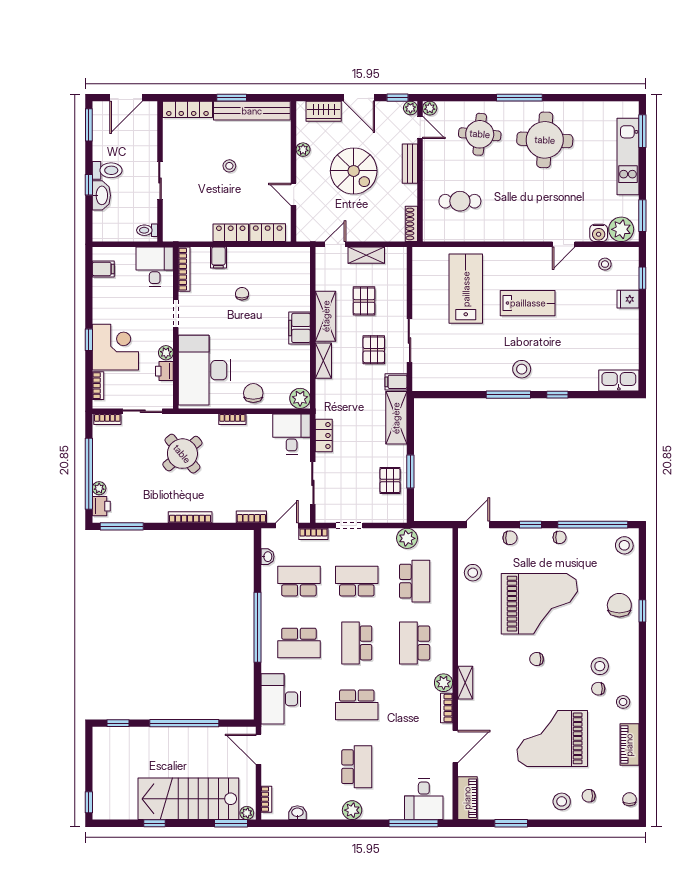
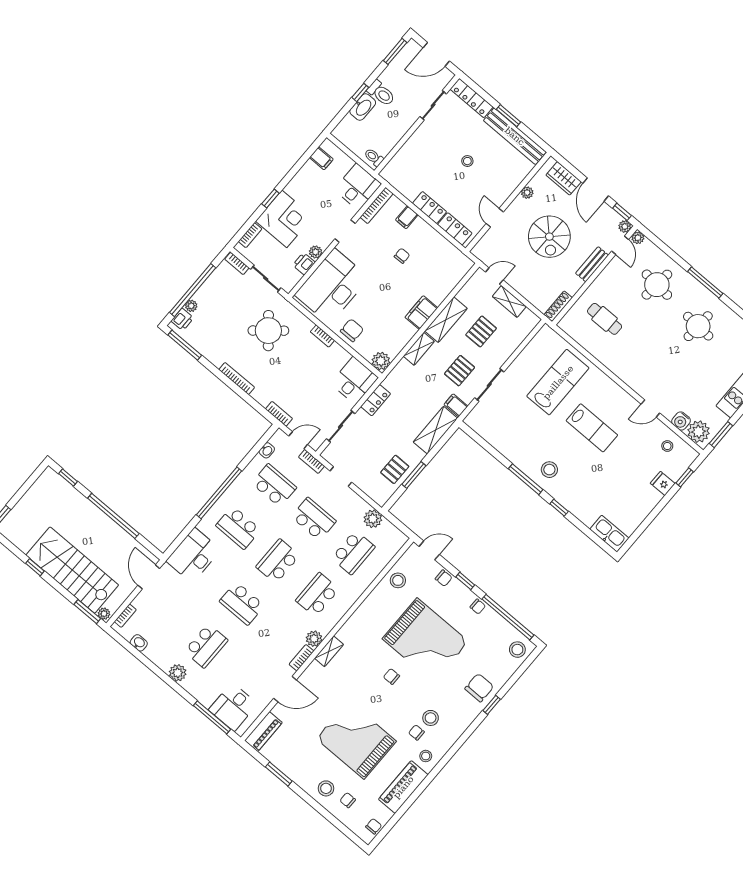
round table: (545, 140) -> (698, 326), width x0.73, depth x0.73
sliding door: (160, 180) -> (433, 105), moved
piano: (629, 745) -> (403, 787), width x1.37, depth x1.33

